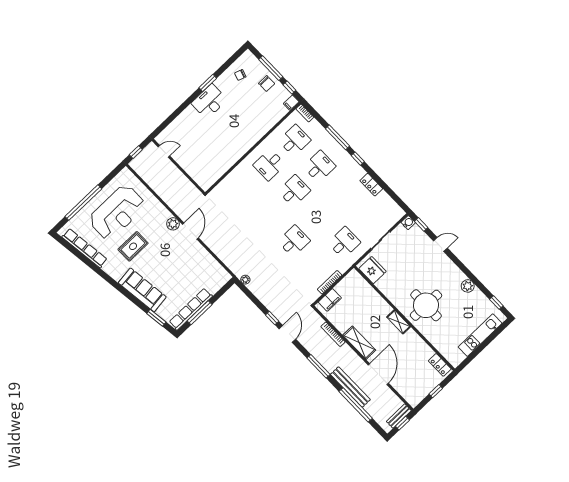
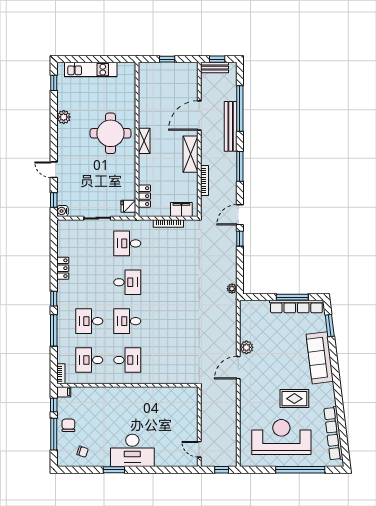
desk: (209, 101) -> (132, 450), width x1.36, depth x1.30
plant: (173, 224) -> (246, 347), moved
desk: (294, 241) -> (127, 282), moved, turned 180
fridge: (372, 270) -> (128, 206), width x0.53, depth x0.75
locker: (440, 365) -> (144, 196), moved

